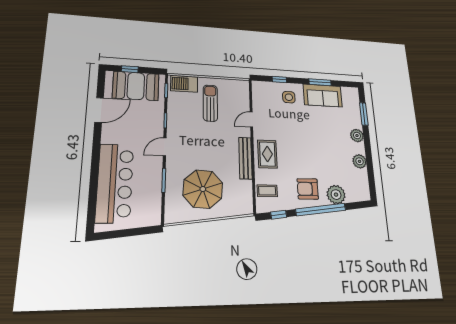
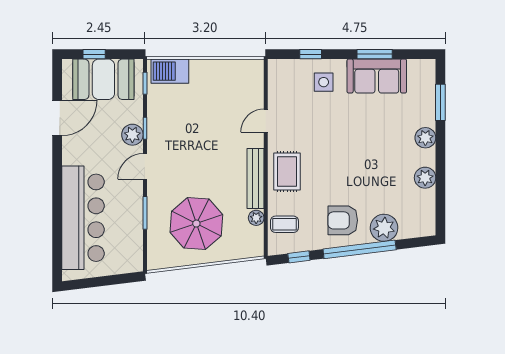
sun lounger: (210, 103) -> (207, 99), removed
plant: (156, 124) -> (132, 135), added
plant: (247, 186) -> (256, 218), added

